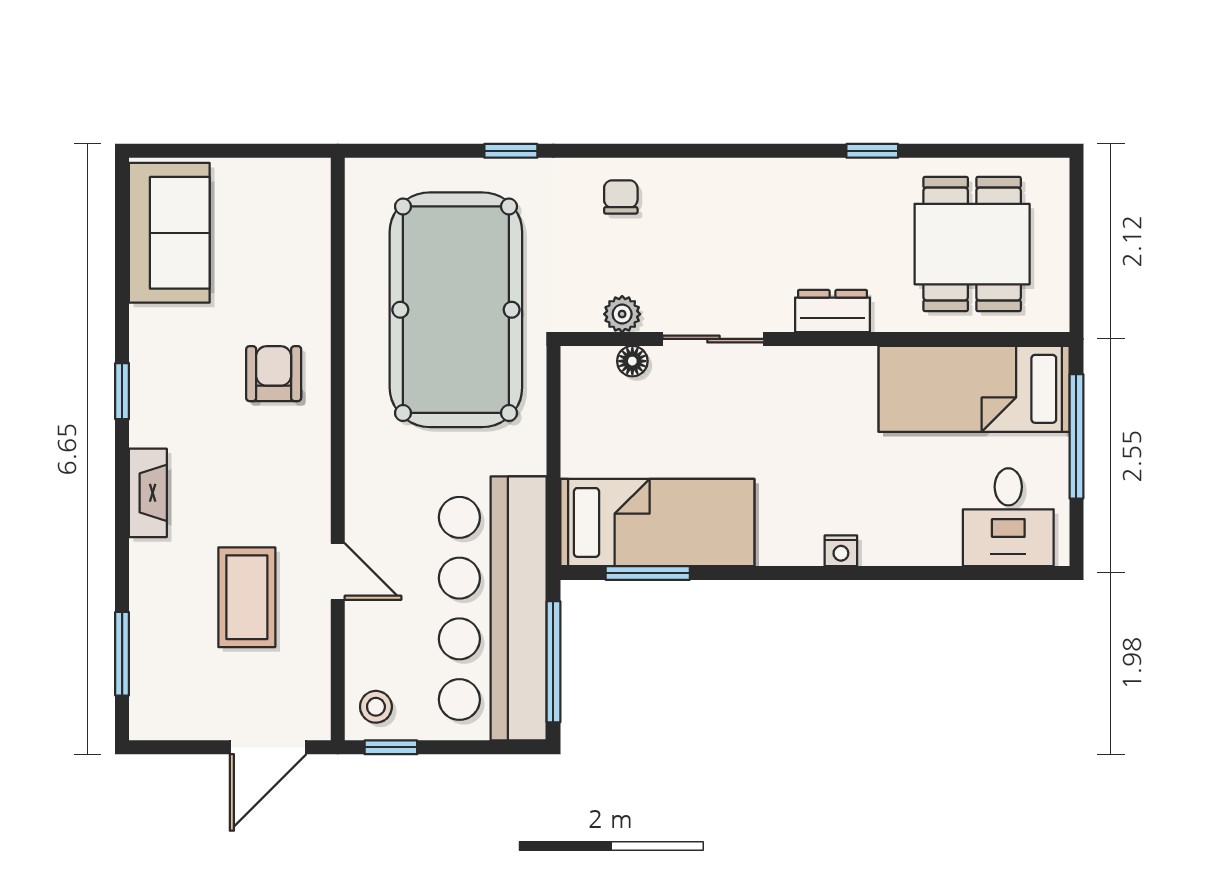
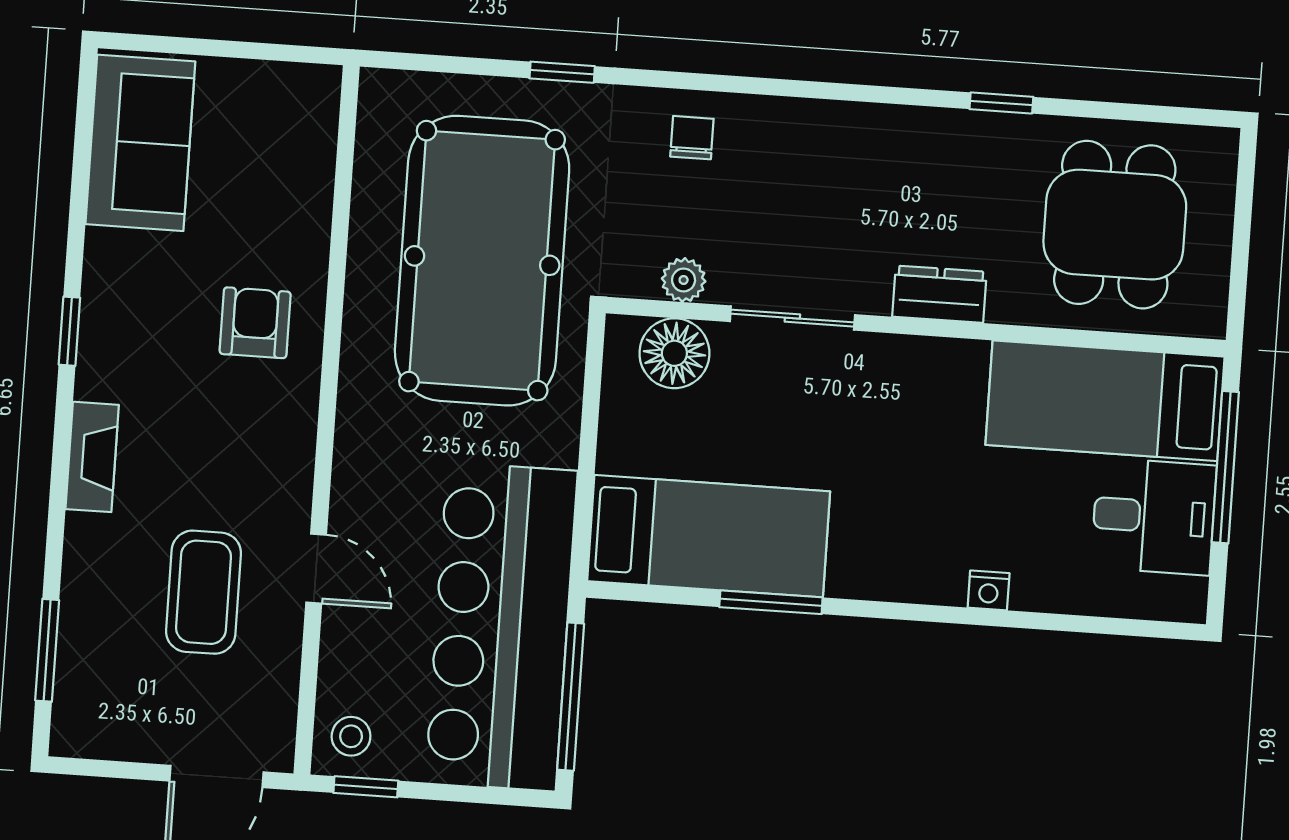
floor lamp: (632, 361) -> (674, 353), width x1.89, depth x1.89
desk: (1008, 517) -> (1154, 517), moved, turned -90
nightstand: (841, 551) -> (989, 590), moved
window: (648, 573) -> (771, 602), moved

